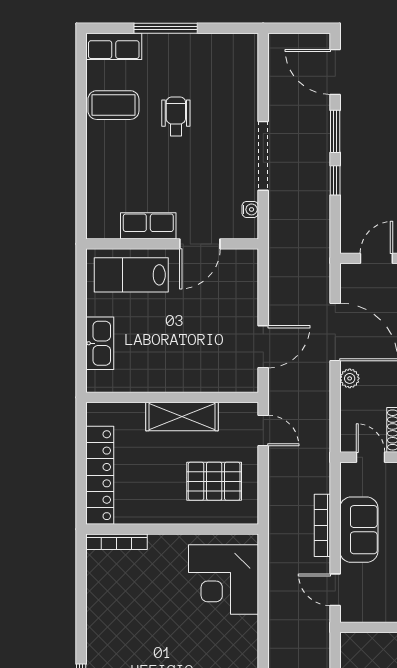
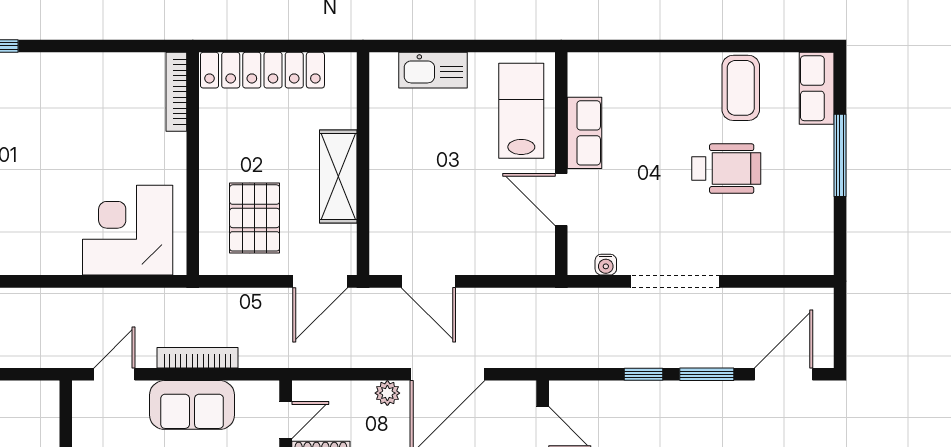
wheelchair: (176, 116) -> (726, 169), width x1.36, depth x1.37
door: (263, 430) -> (320, 281), width x1.38

